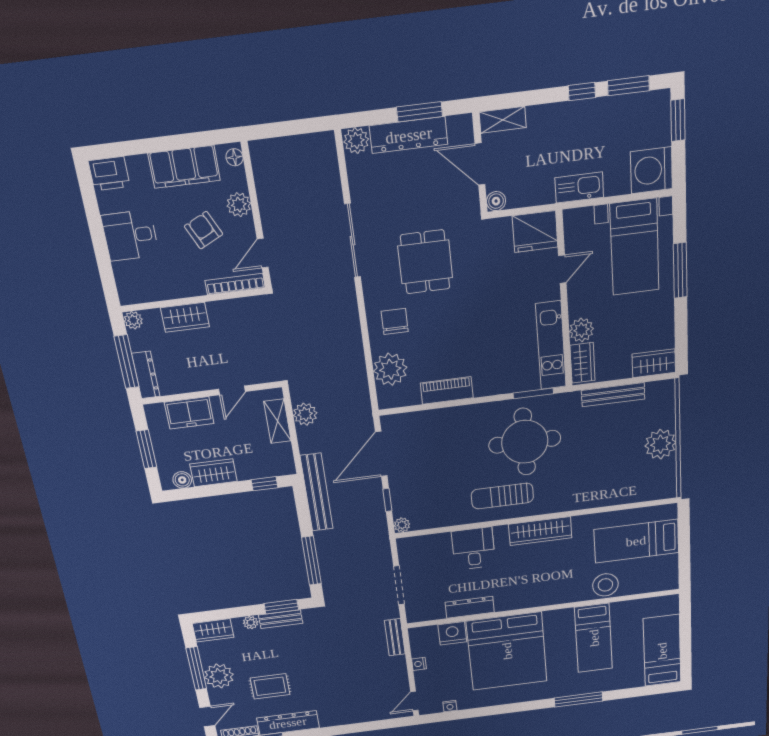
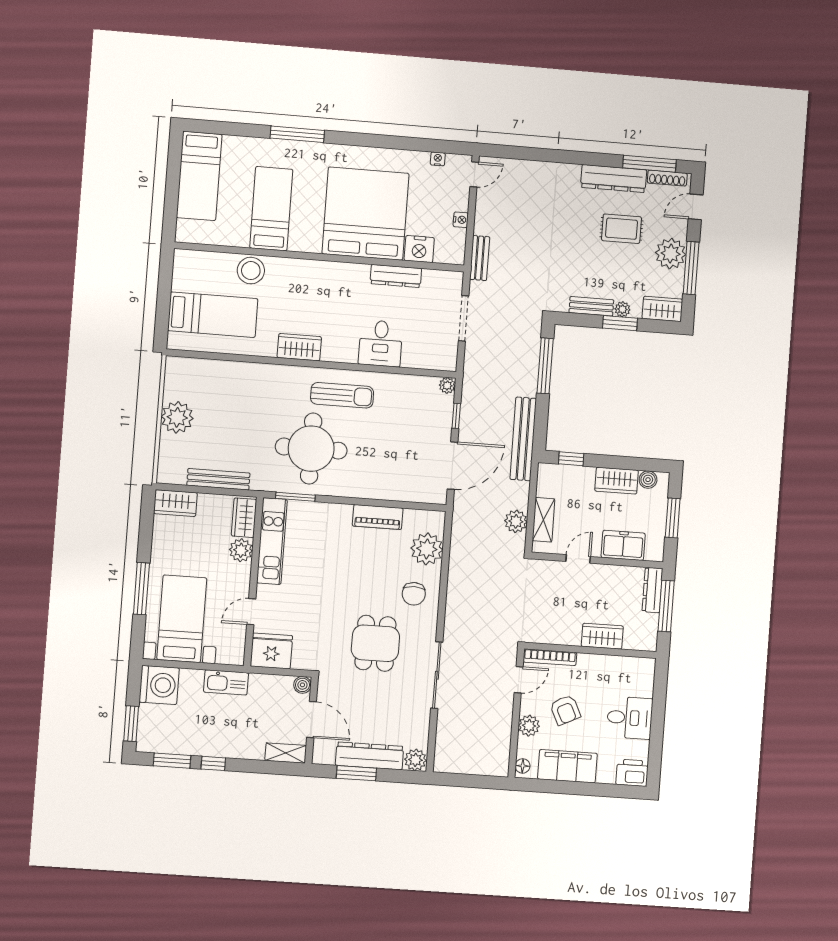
plant: (133, 320) -> (649, 643), removed
wardrobe: (540, 531) -> (299, 347), width x0.67
window: (281, 607) -> (620, 323), moved

